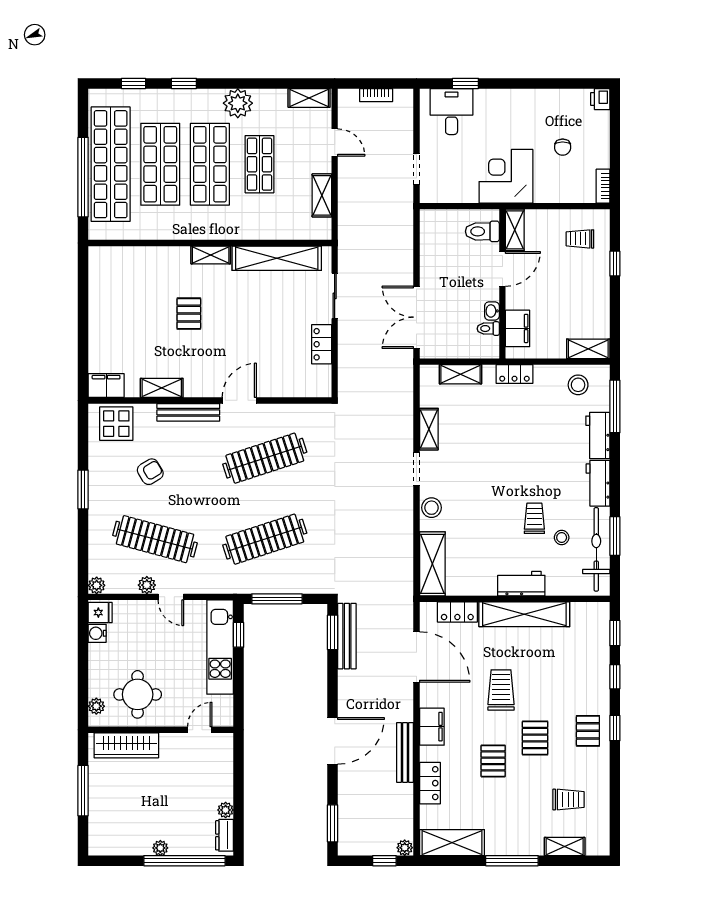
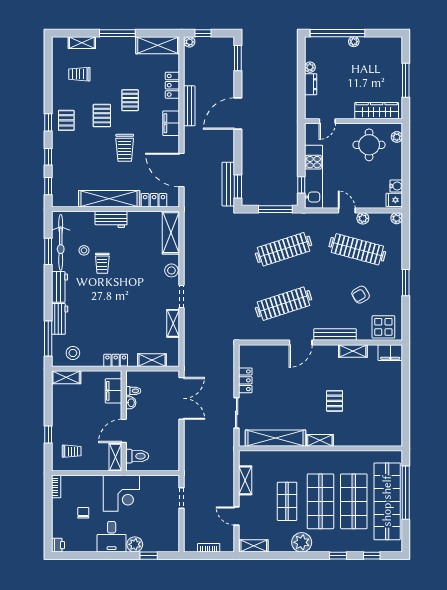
plant: (486, 100) -> (135, 544), added
desk: (452, 112) -> (112, 537), moved
dresser: (224, 835) -> (311, 84), moved

